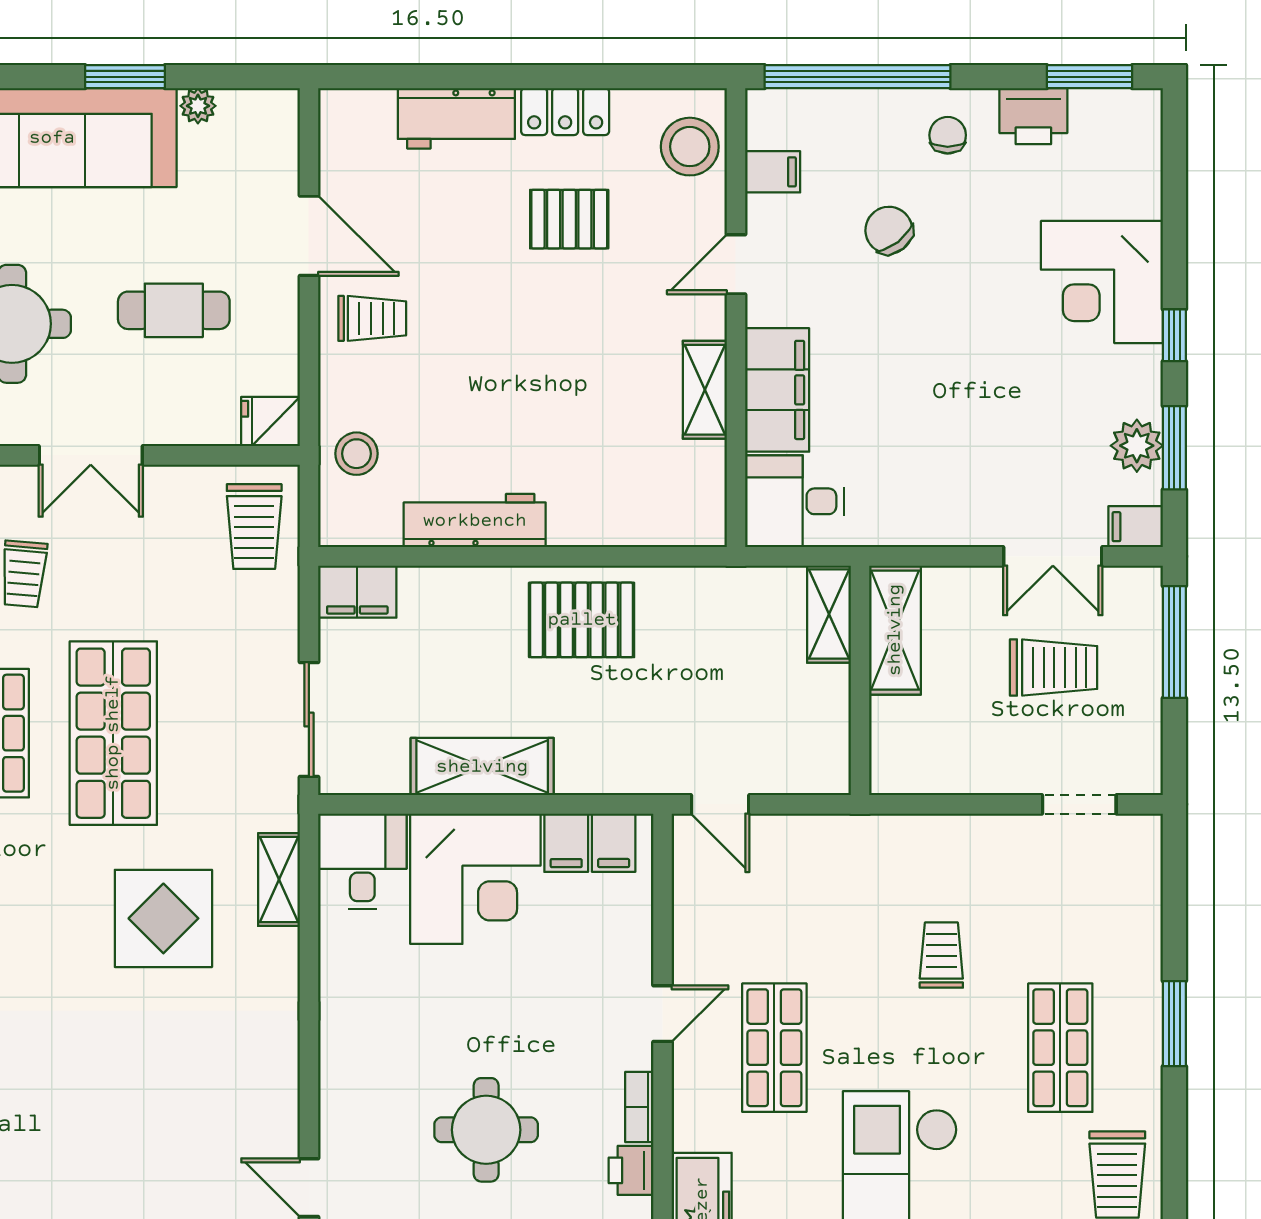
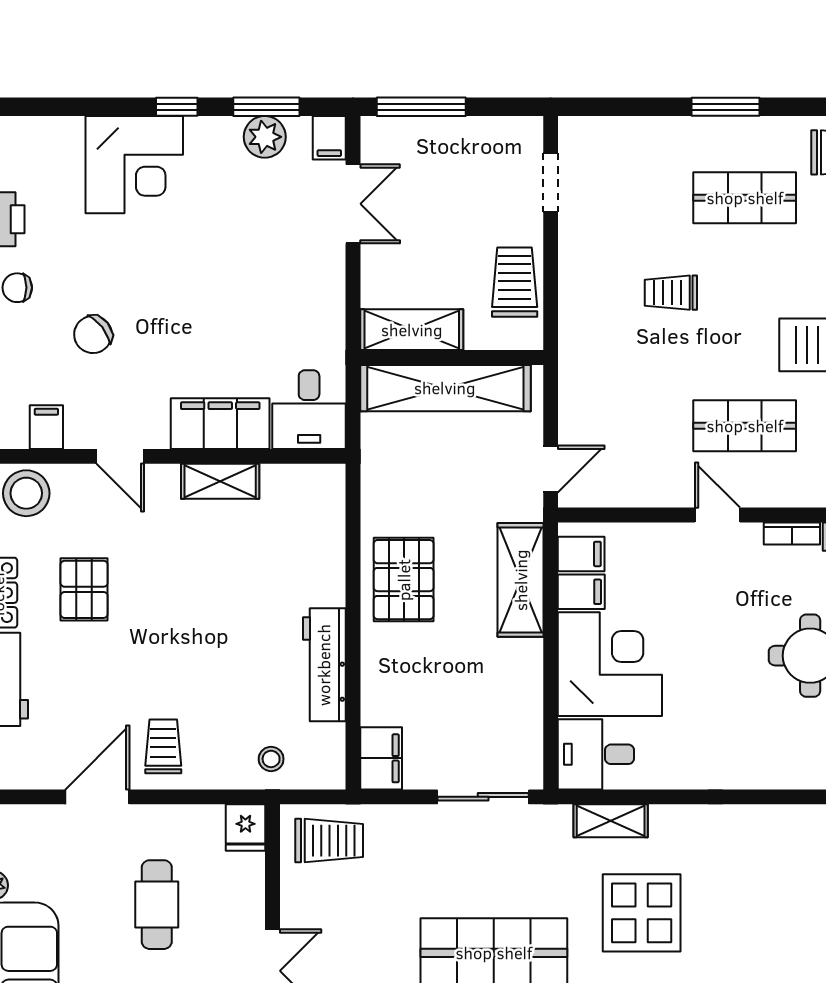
stool: (356, 454) -> (271, 759), width x0.73, depth x0.73
shelving: (829, 614) -> (445, 388), width x2.20, depth x1.33
trolley: (1054, 668) -> (515, 282), moved
shelving: (482, 767) -> (521, 580), moved

